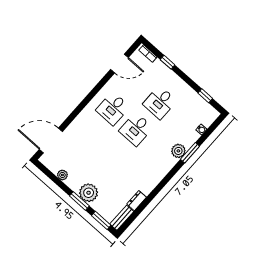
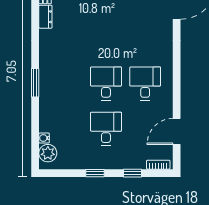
window: (205, 96) -> (95, 173), moved
plant: (178, 151) -> (48, 153), moved
window: (190, 153) -> (35, 83), moved

